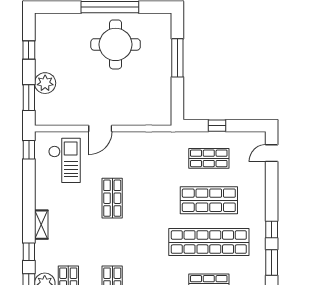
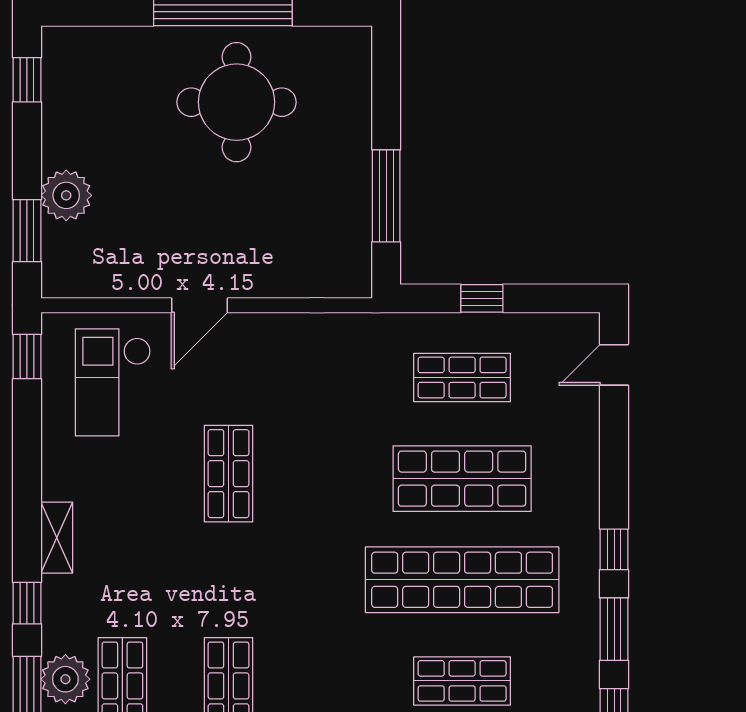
window: (29, 50) -> (27, 80), moved
window: (177, 58) -> (386, 196), moved
checkout: (64, 160) -> (113, 382), turned 180

